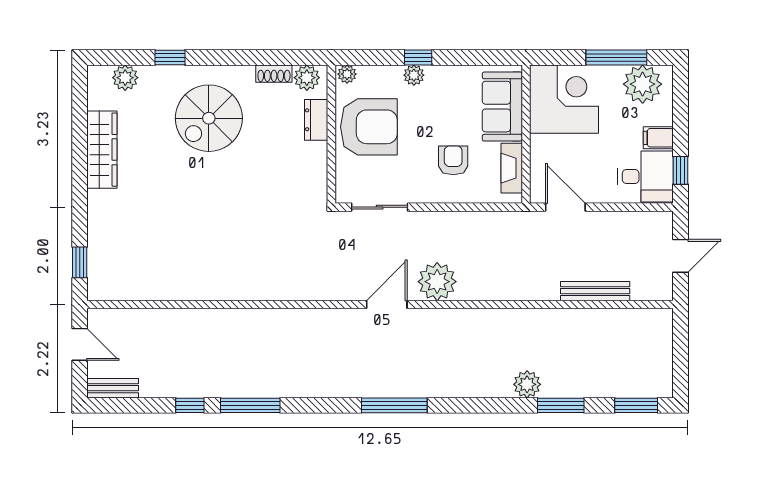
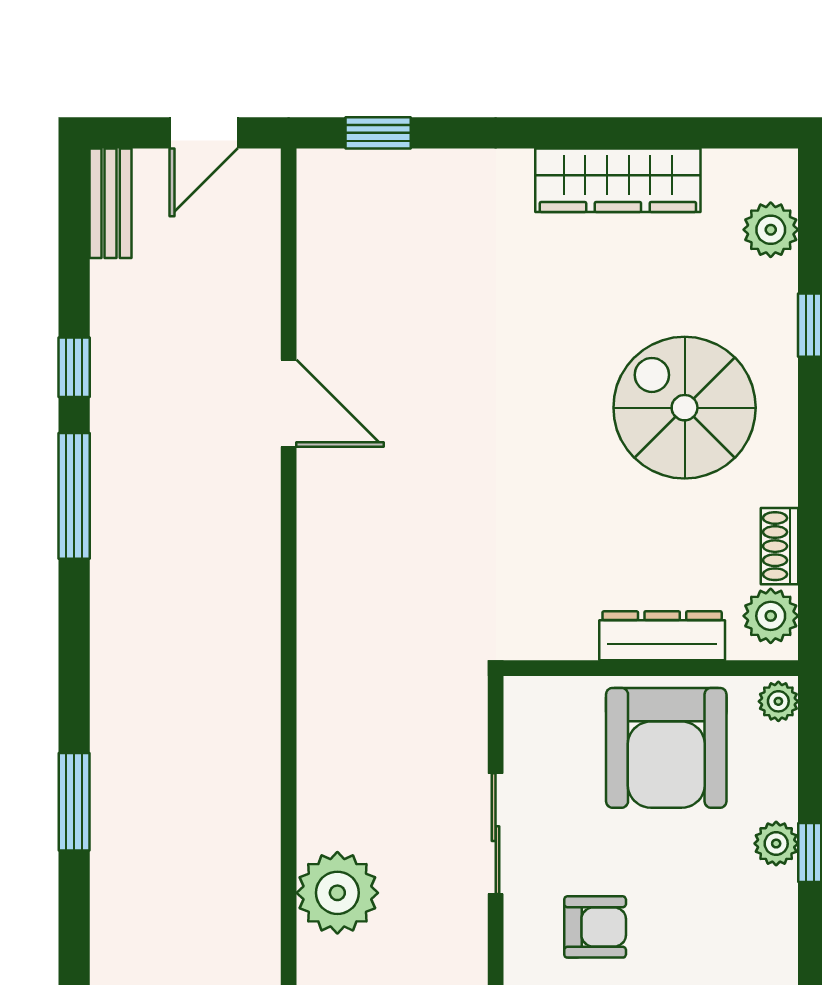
dresser: (316, 120) -> (662, 636), width x1.44
sliding door: (380, 207) -> (496, 834), moved
door: (387, 304) -> (289, 403), moved
window: (394, 405) -> (74, 802), width x0.69

